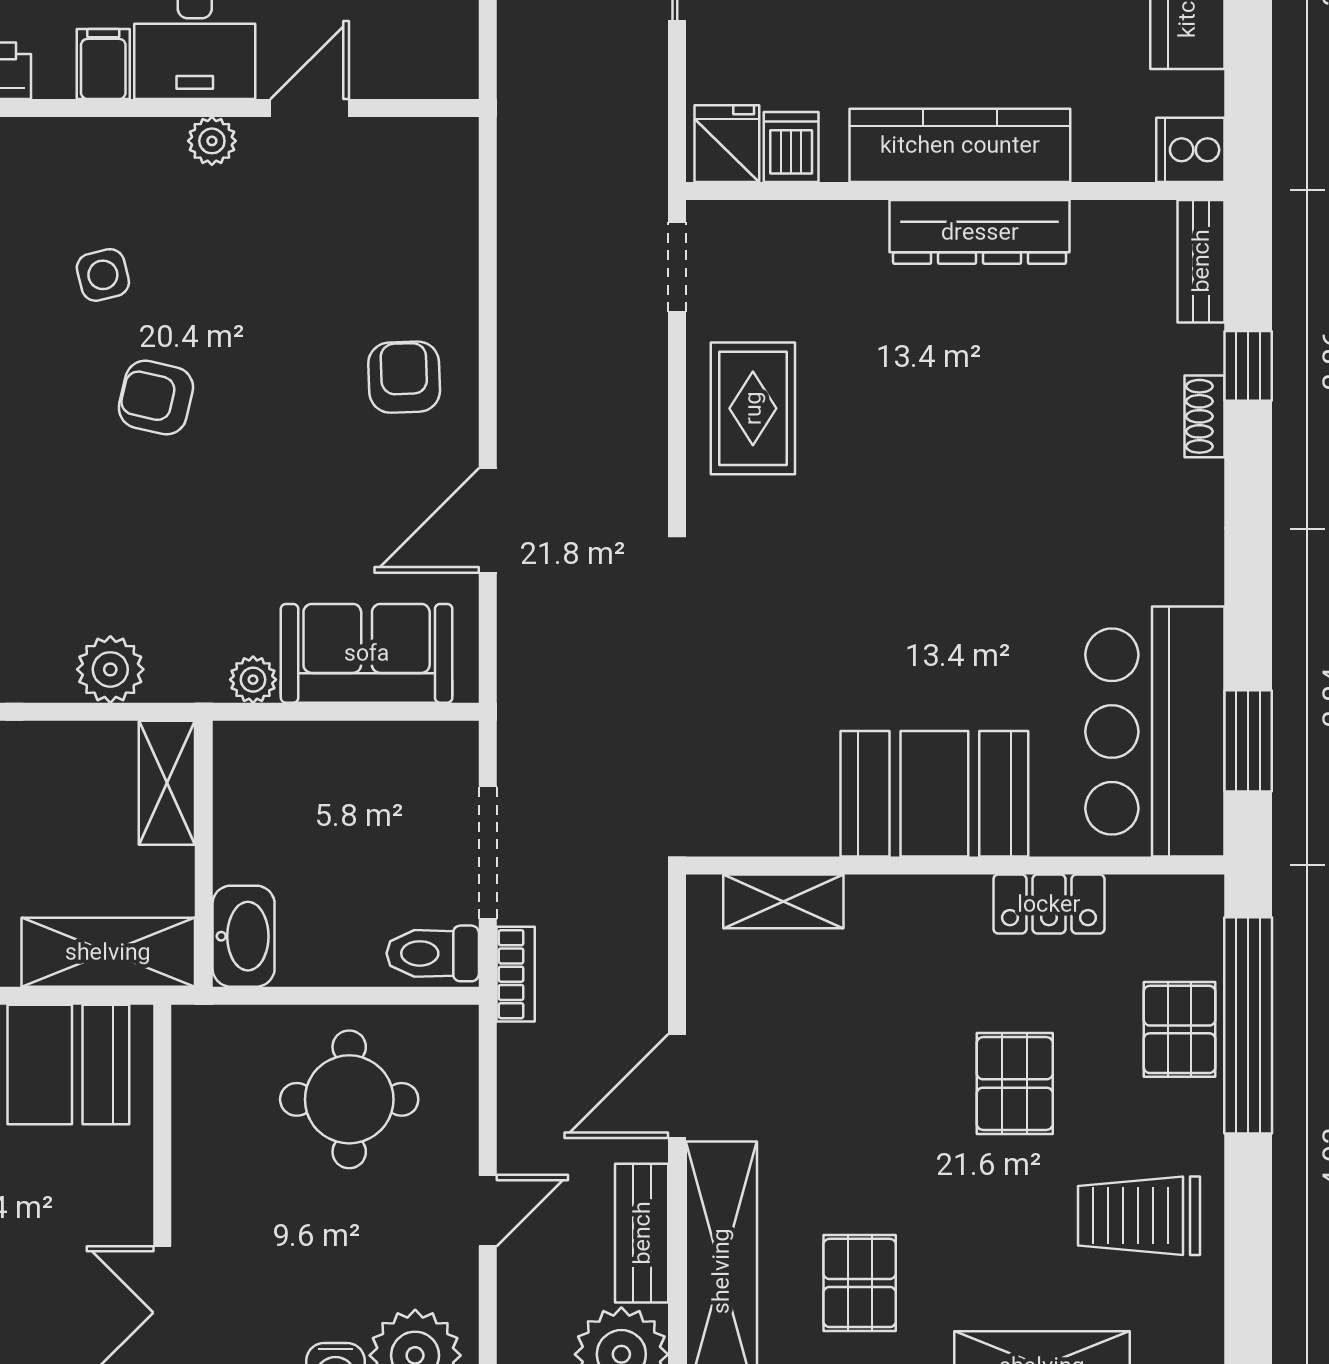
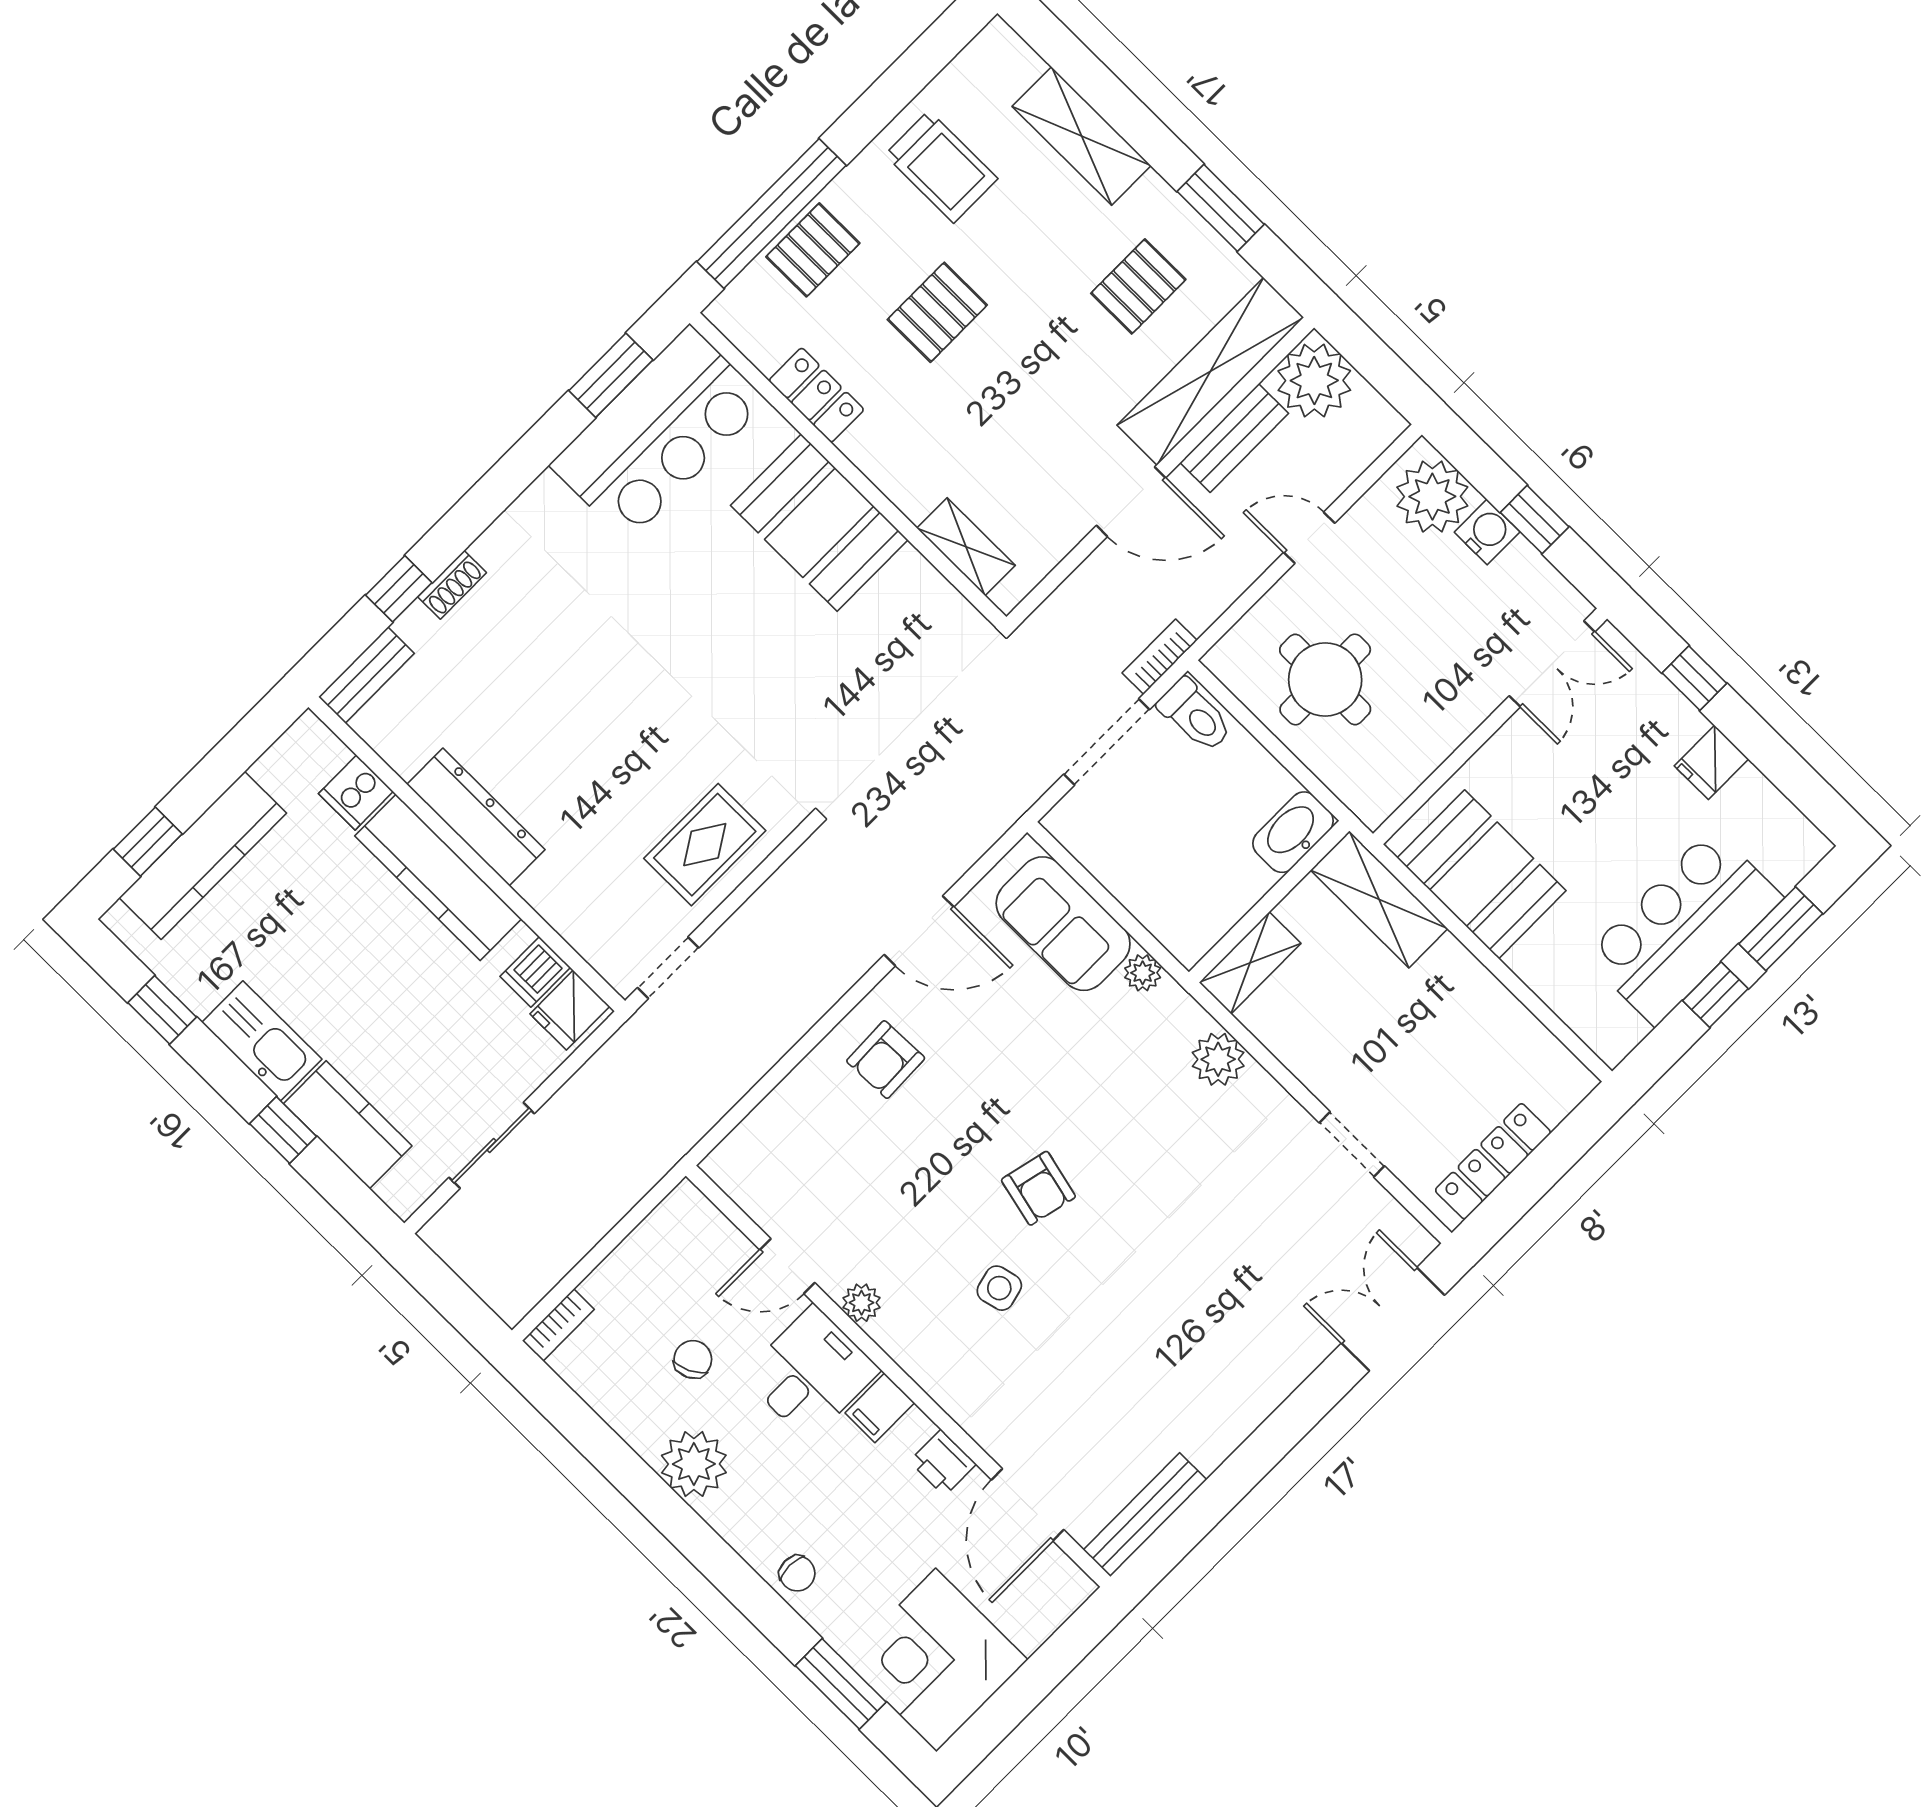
cooker: (1190, 150) -> (356, 793), moved, turned 90

